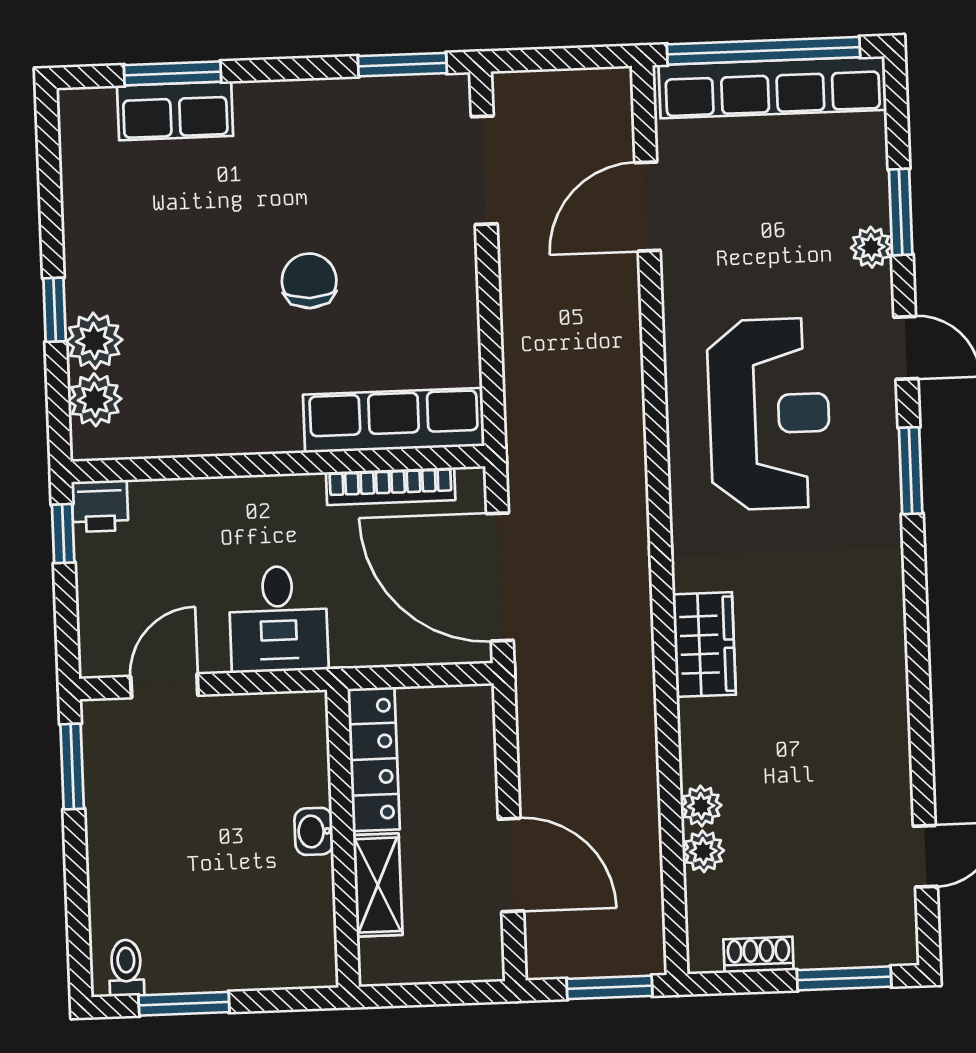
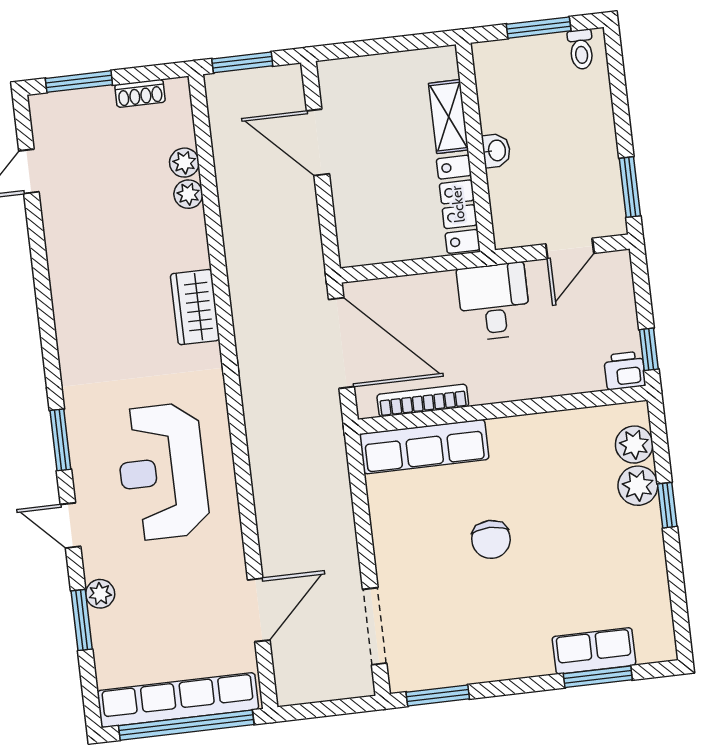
locker: (374, 759) -> (458, 204), moved
washbasin: (314, 831) -> (496, 151), moved
wall: (343, 838) -> (475, 147), moved
shelving: (378, 885) -> (449, 117), moved

